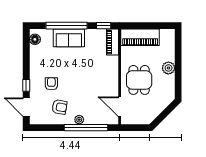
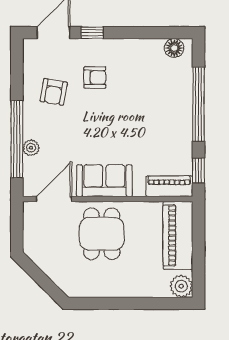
sofa: (69, 38) -> (104, 181), moved, turned 90
plant: (168, 68) -> (181, 286), moved
dining table: (139, 80) -> (102, 234), turned 90
plant: (79, 120) -> (31, 148), moved

